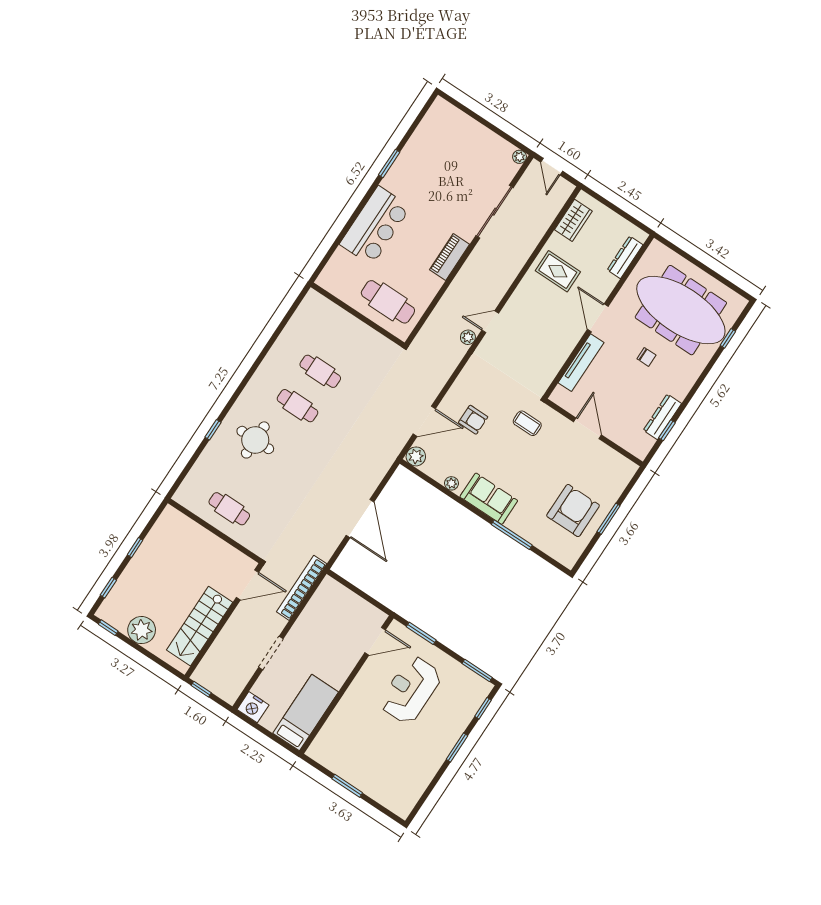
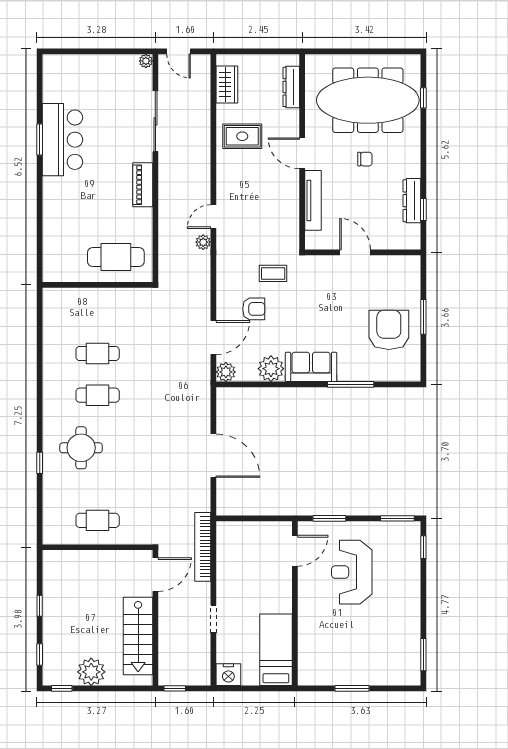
bar counter: (375, 226) -> (62, 140), moved
coffee table: (527, 423) -> (273, 273), moved
plant: (451, 483) -> (271, 369), width x1.88, depth x1.88
doorway: (271, 653) -> (213, 619), width x0.73
window: (457, 748) -> (423, 655), moved

